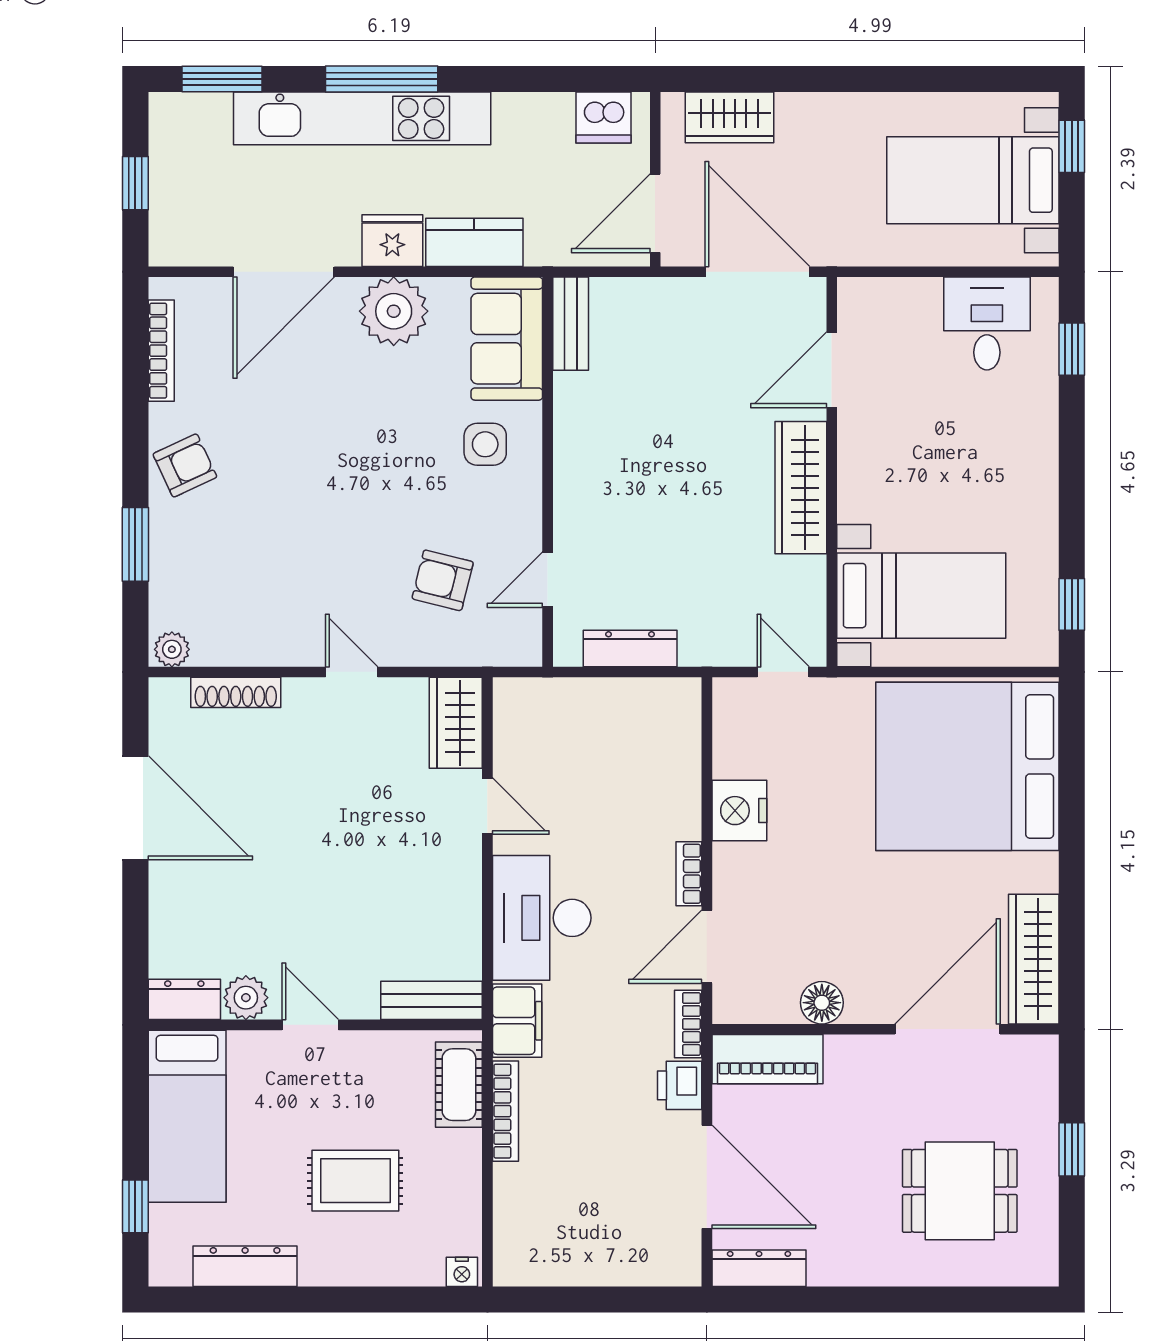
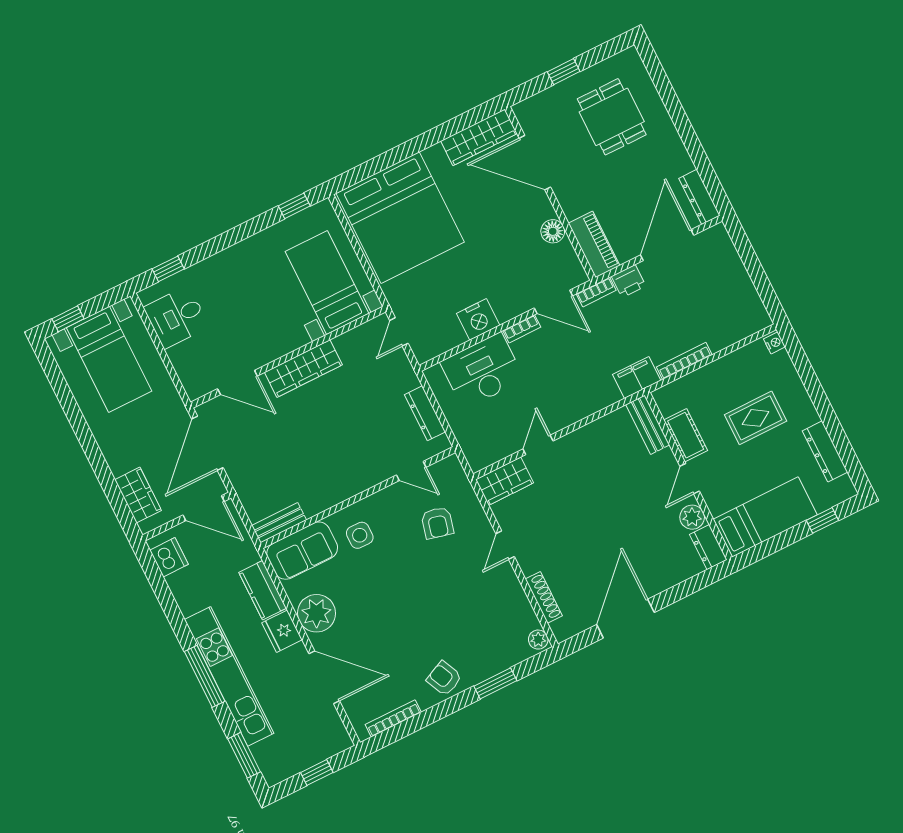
desk: (542, 918) -> (482, 371), moved, turned 180
cot: (459, 1085) -> (686, 435), moved, turned 90
rug: (355, 1181) -> (756, 418), turned 90

